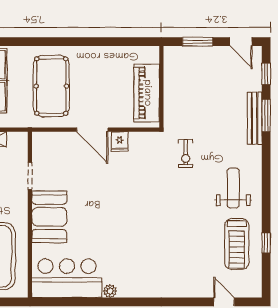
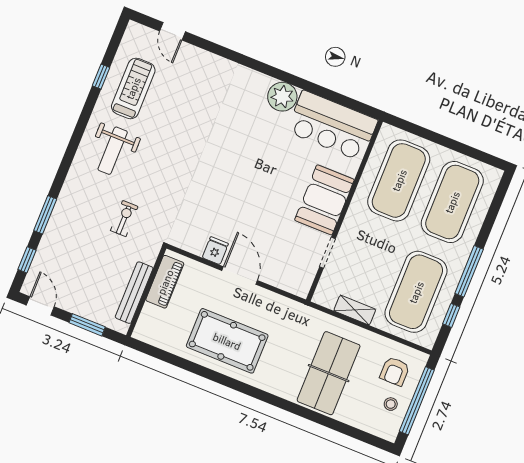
pool table: (51, 86) -> (227, 341), moved, turned 90
piano: (147, 93) -> (165, 282), width x0.73, depth x0.75
bench: (255, 118) -> (134, 293), moved
exercise bike: (186, 153) -> (124, 219), moved
plant: (110, 291) -> (282, 97), width x1.87, depth x1.87

